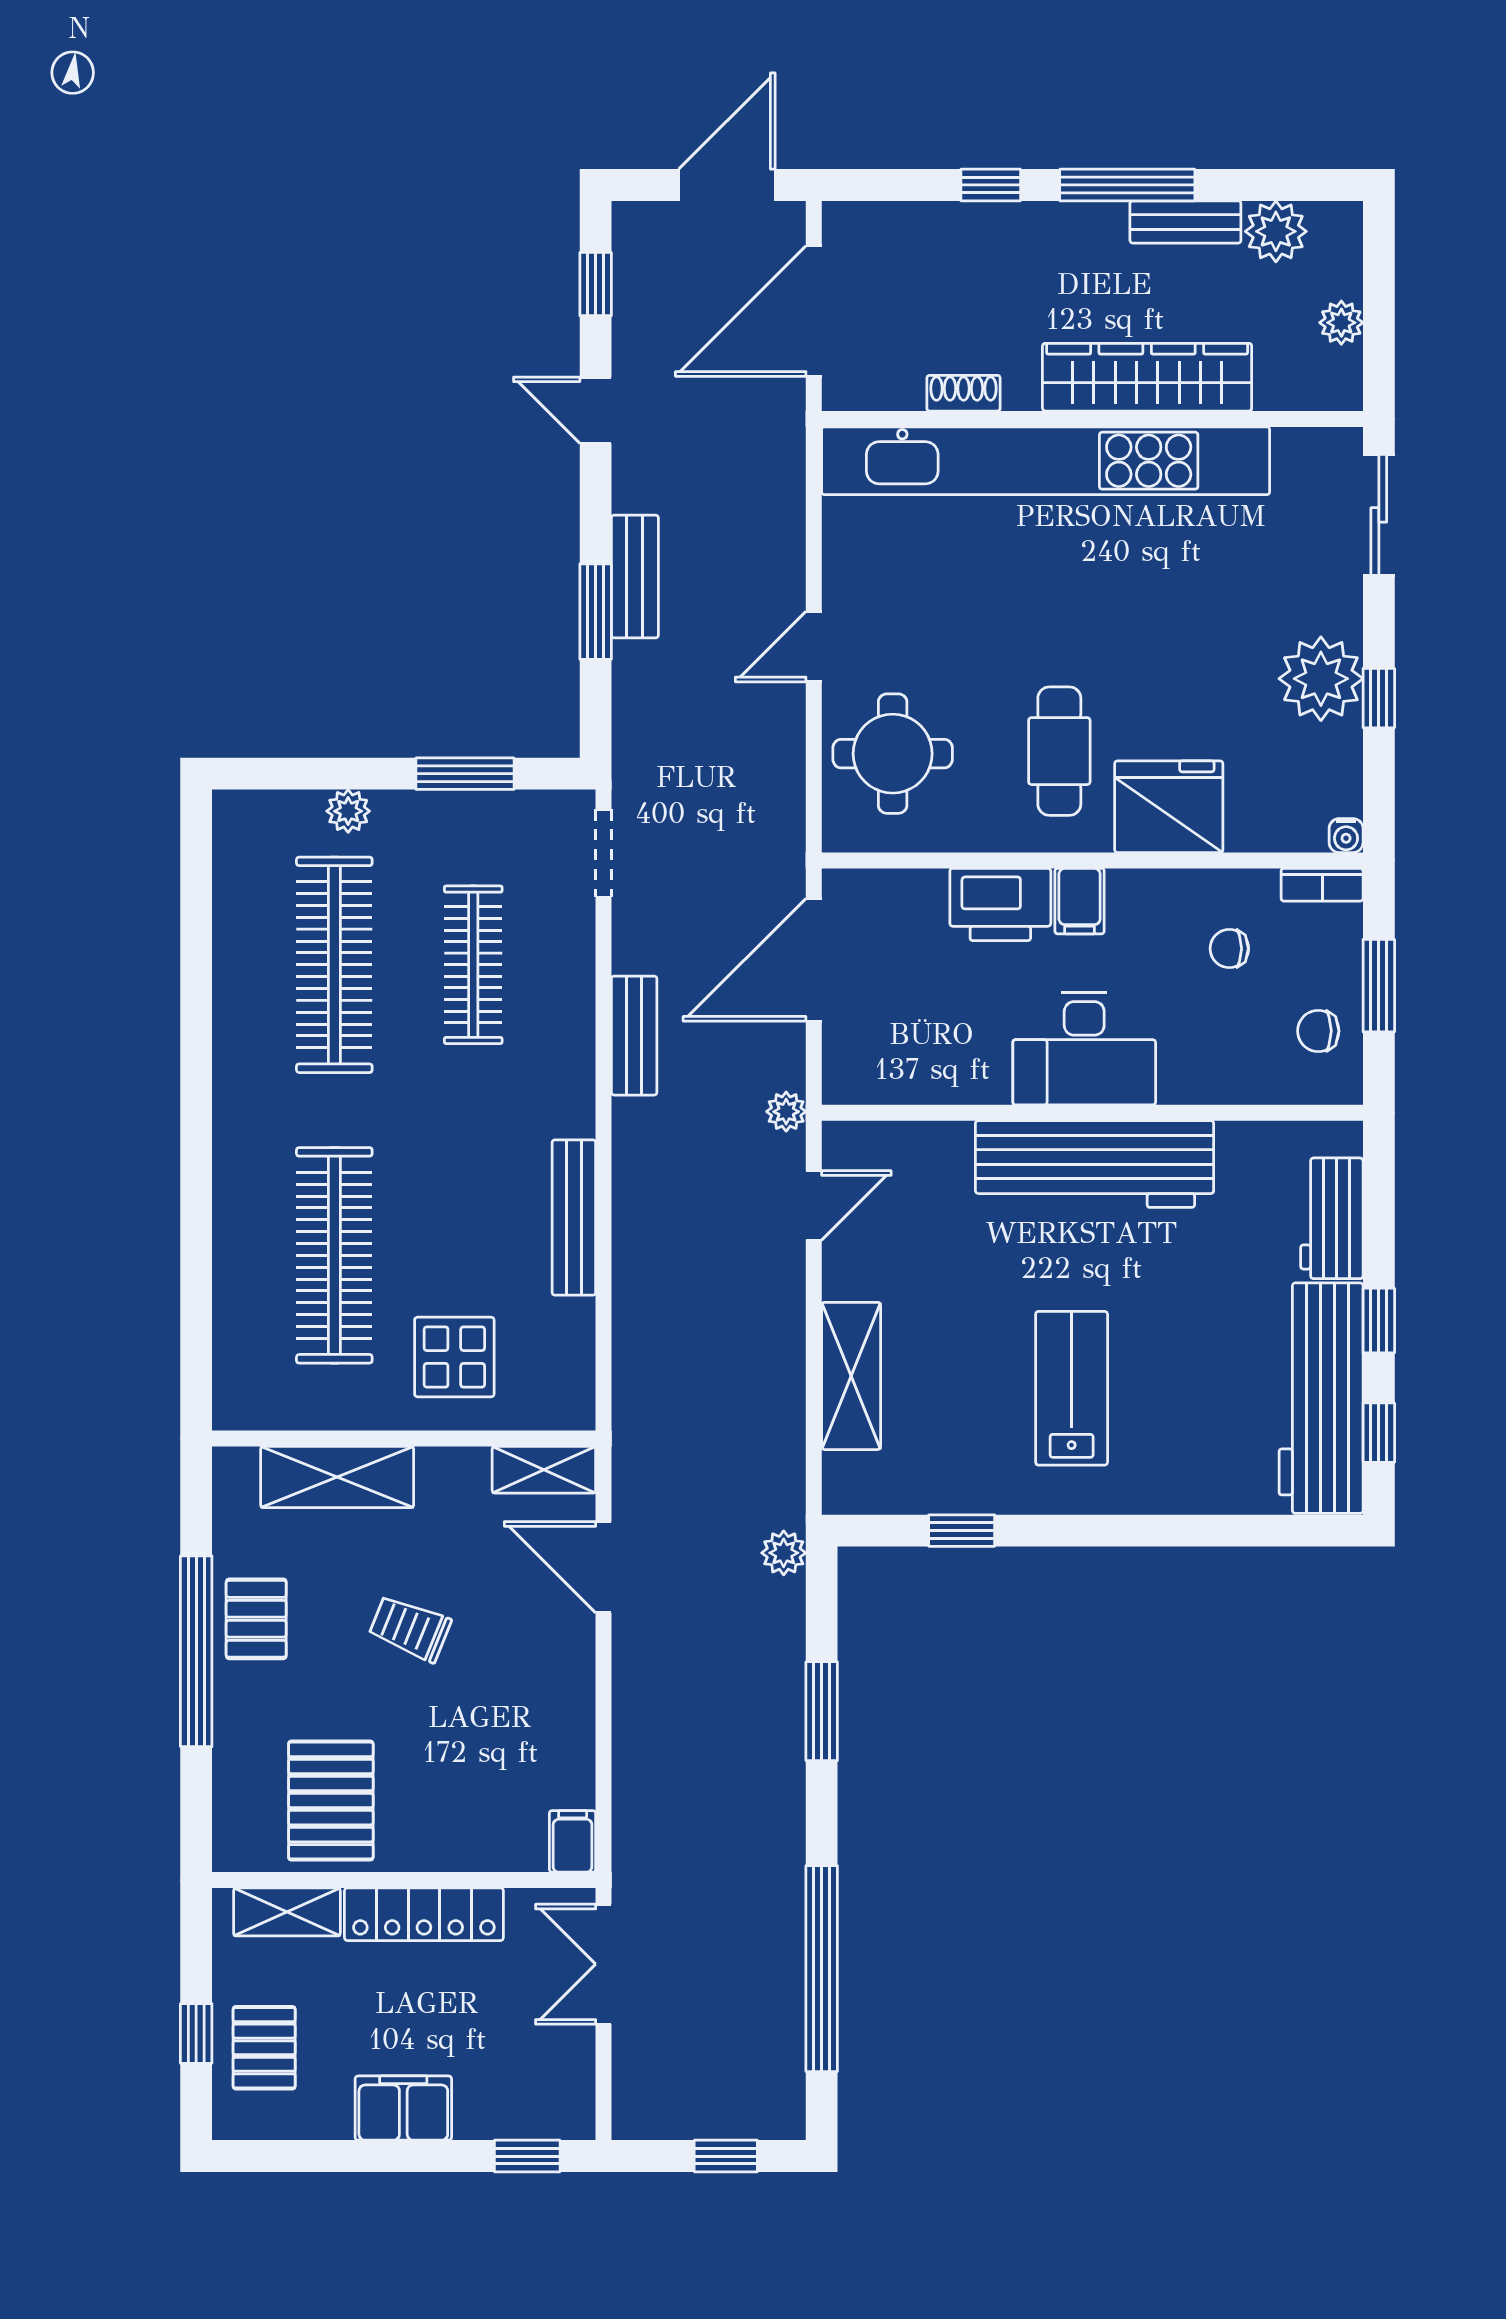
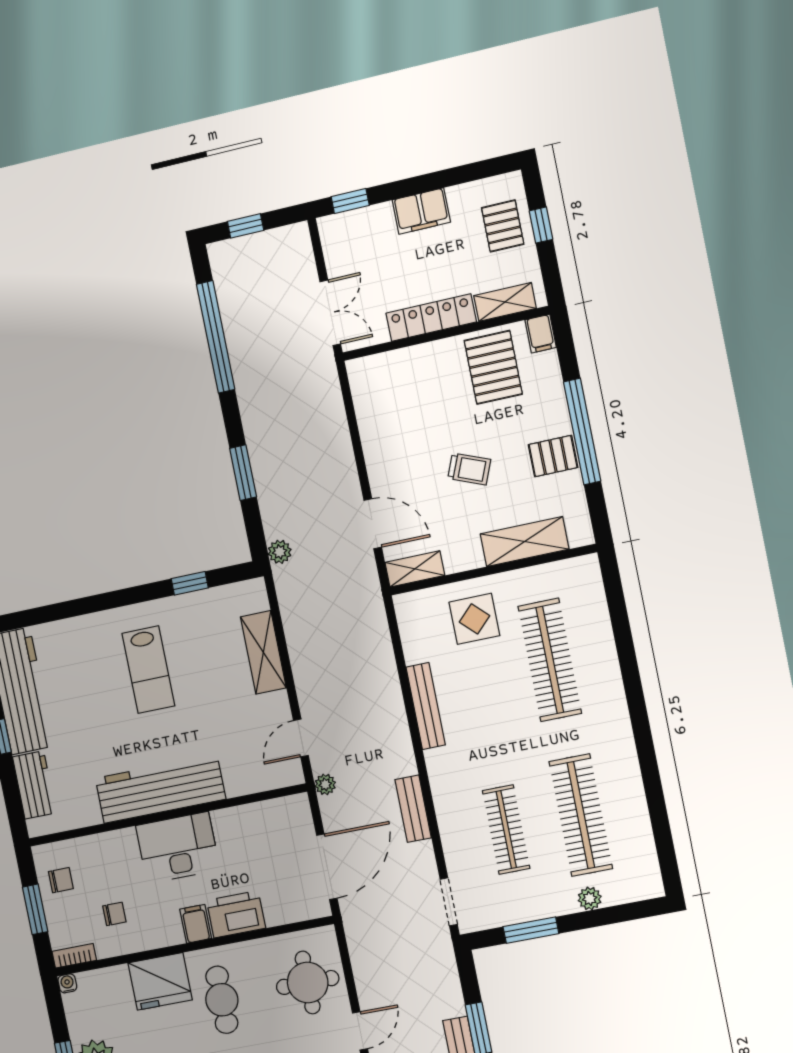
pallet: (256, 1619) -> (553, 456), turned 90
filing cabinet: (573, 1841) -> (541, 334), moved

